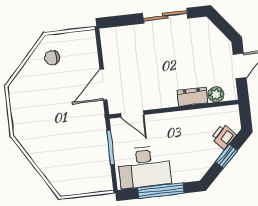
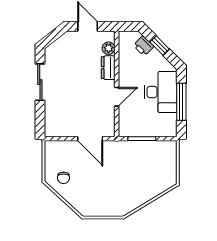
door: (132, 114) -> (117, 97), moved
desk: (144, 167) -> (161, 92), moved

